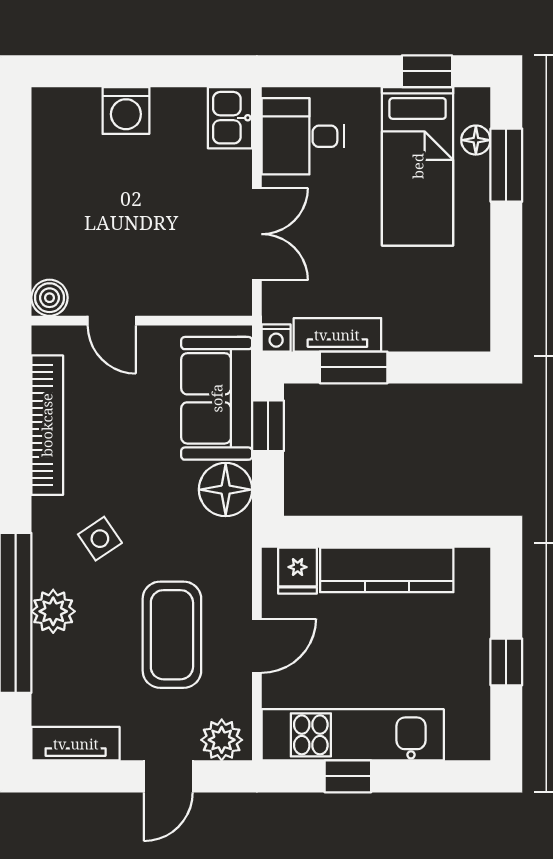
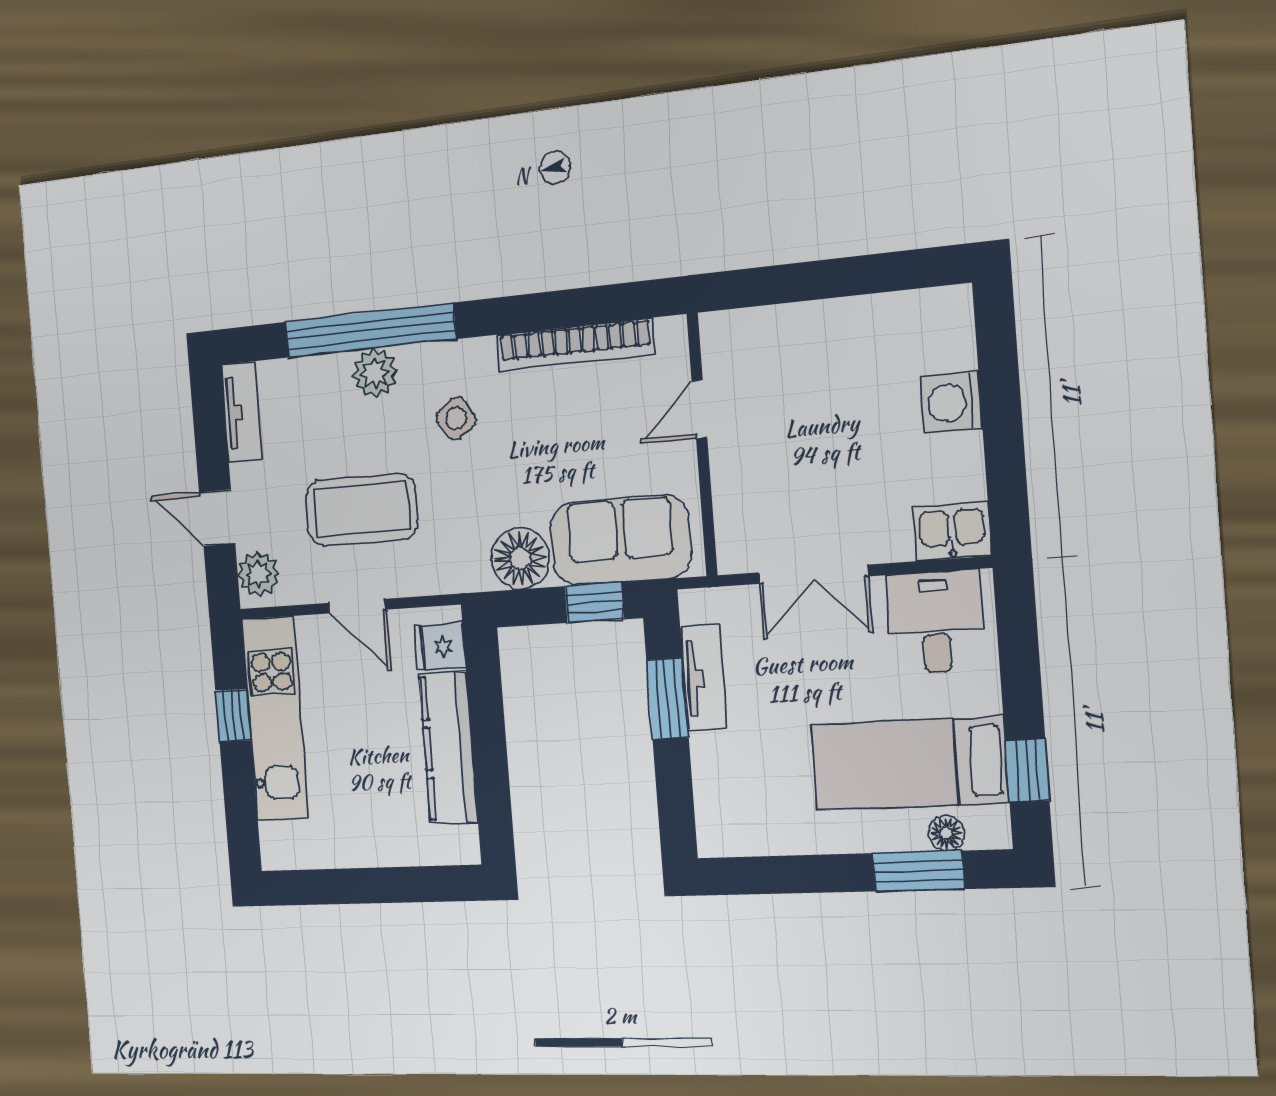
boiler: (49, 298) -> (720, 332), removed
nightstand: (276, 338) -> (694, 605), removed
window: (506, 662) -> (363, 886), removed

